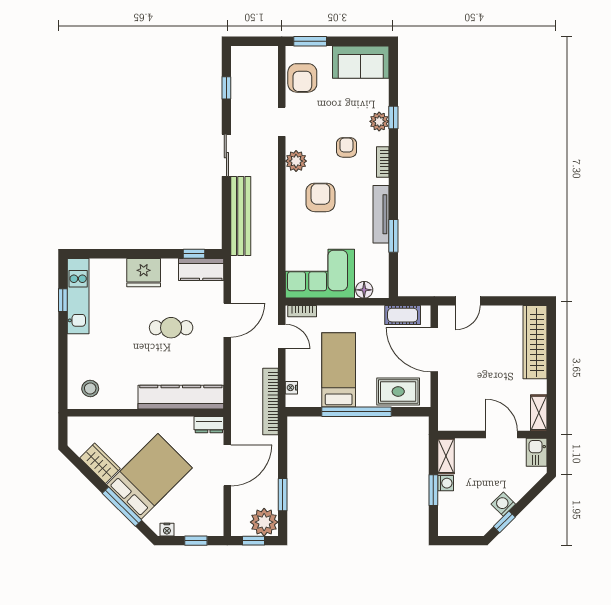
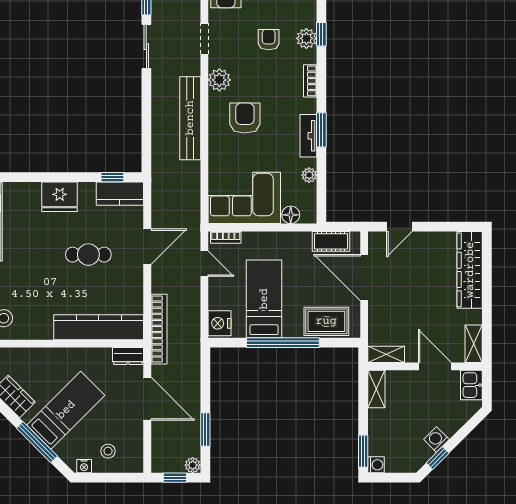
armchair: (346, 147) -> (269, 40), moved
sliding door: (226, 155) -> (146, 47), moved
tv unit: (381, 214) -> (308, 136), width x0.71
bench: (241, 216) -> (190, 118), moved
window: (393, 236) -> (321, 130), moved
plant: (382, 252) -> (309, 175), added
nightstand: (291, 388) -> (219, 323), width x1.89, depth x1.79
bookcase: (271, 402) -> (159, 329), moved, turned 180
shelving: (455, 423) -> (386, 354), added
door: (227, 465) -> (147, 399), hinge flipped
bed: (149, 476) -> (66, 410), width x0.67
washing machine: (446, 483) -> (376, 465), moved
window: (433, 490) -> (363, 451), moved
stool: (190, 515) -> (108, 451), added
plant: (264, 522) -> (193, 465), width x0.53, depth x0.53
window: (196, 541) -> (114, 478), removed

